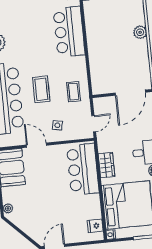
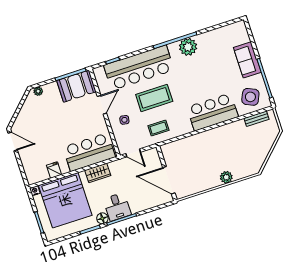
coffee table: (41, 89) -> (154, 98), width x1.36, depth x1.32
fridge: (95, 226) -> (54, 170), moved

